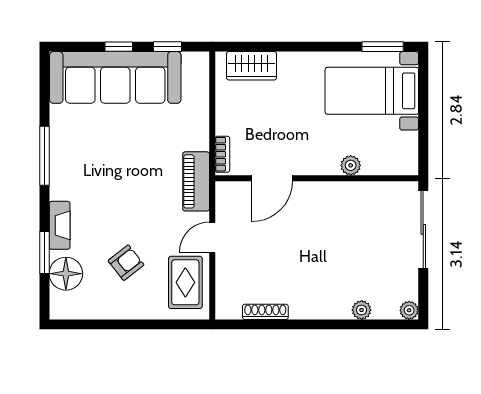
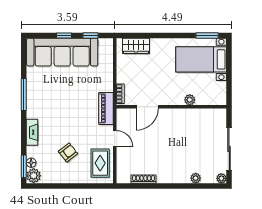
sliding door: (423, 229) -> (229, 149), moved
door: (212, 237) -> (115, 139), swing flipped
window: (44, 252) -> (24, 166), moved
floor lamp: (66, 274) -> (31, 163), width x0.53, depth x0.53
plant: (63, 305) -> (34, 176), added

